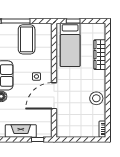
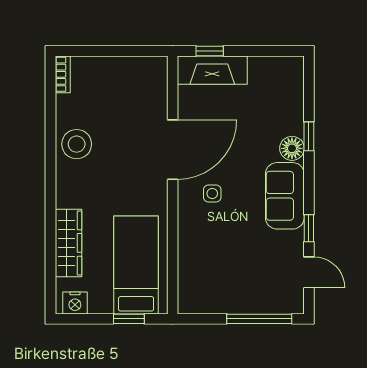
nightstand: (97, 28) -> (75, 303), added
coffee table: (27, 39) -> (235, 278), removed
fireplace: (21, 131) -> (212, 70), moved

